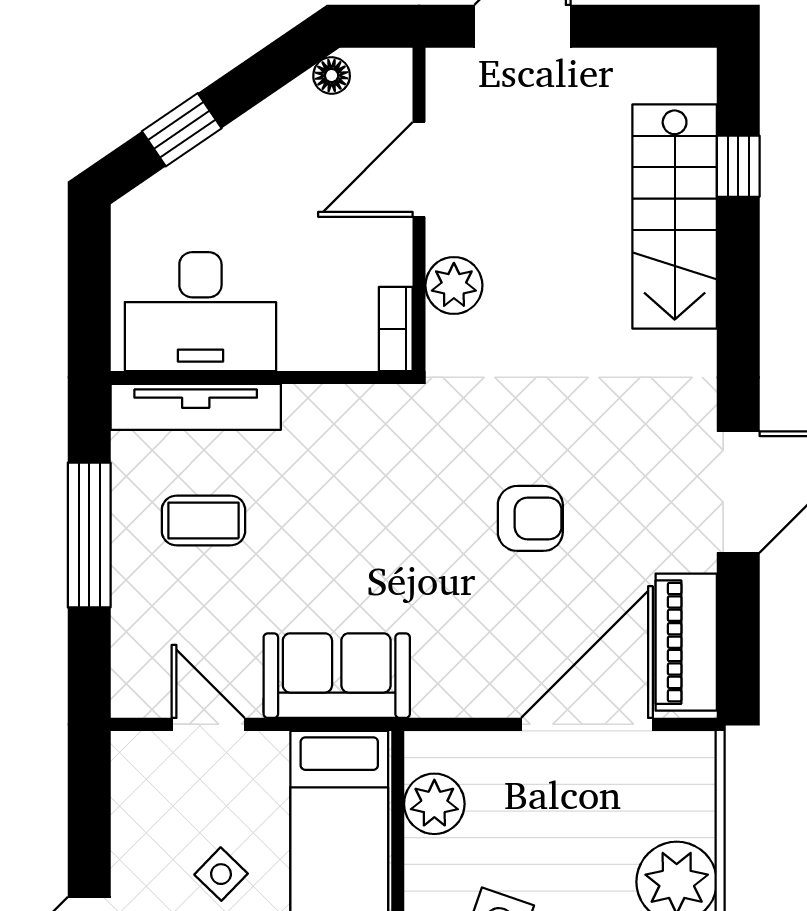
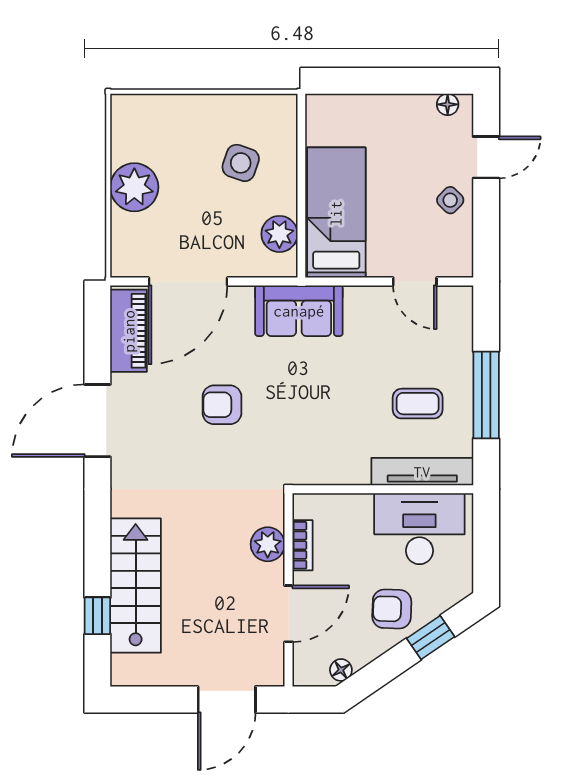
armchair: (247, 177) -> (392, 609), added
bookcase: (396, 329) -> (302, 545), moved
sofa: (337, 676) -> (299, 311), moved
side table: (221, 874) -> (450, 200), moved

